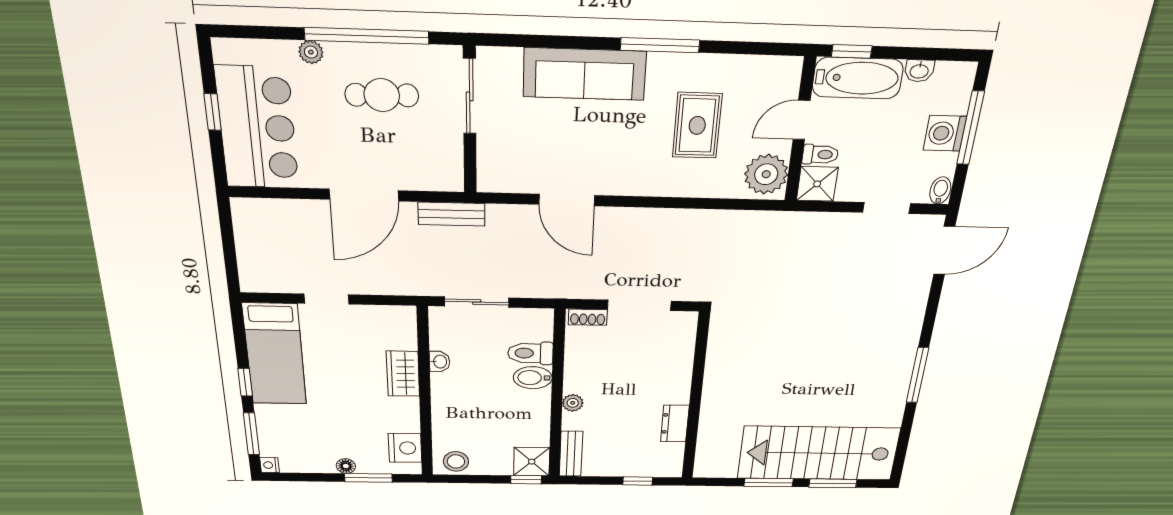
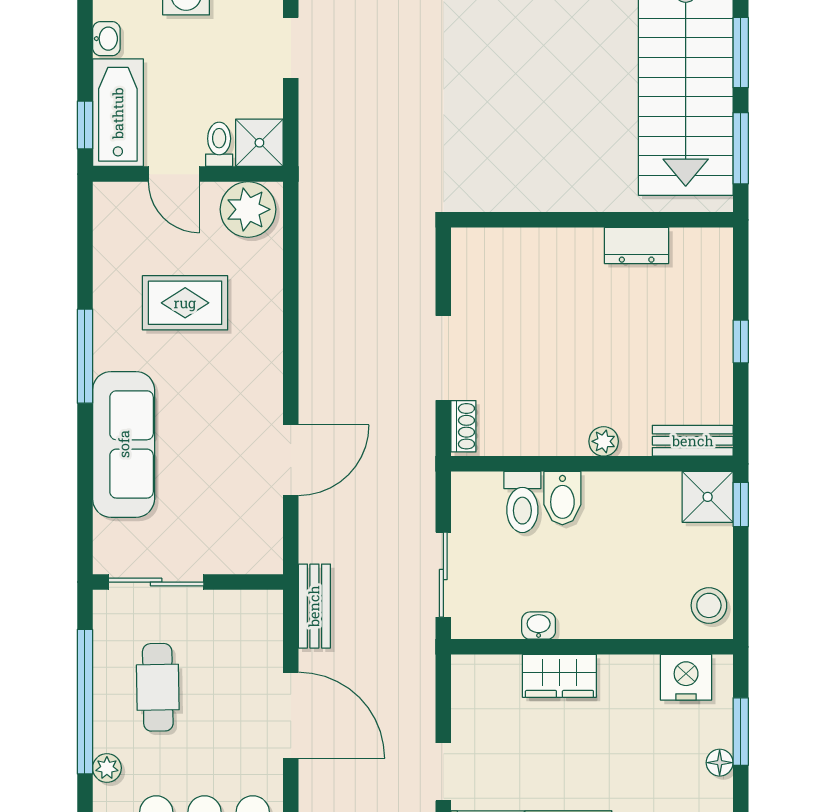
wall: (696, 398) -> (592, 220), moved
dresser: (675, 424) -> (637, 246), moved

